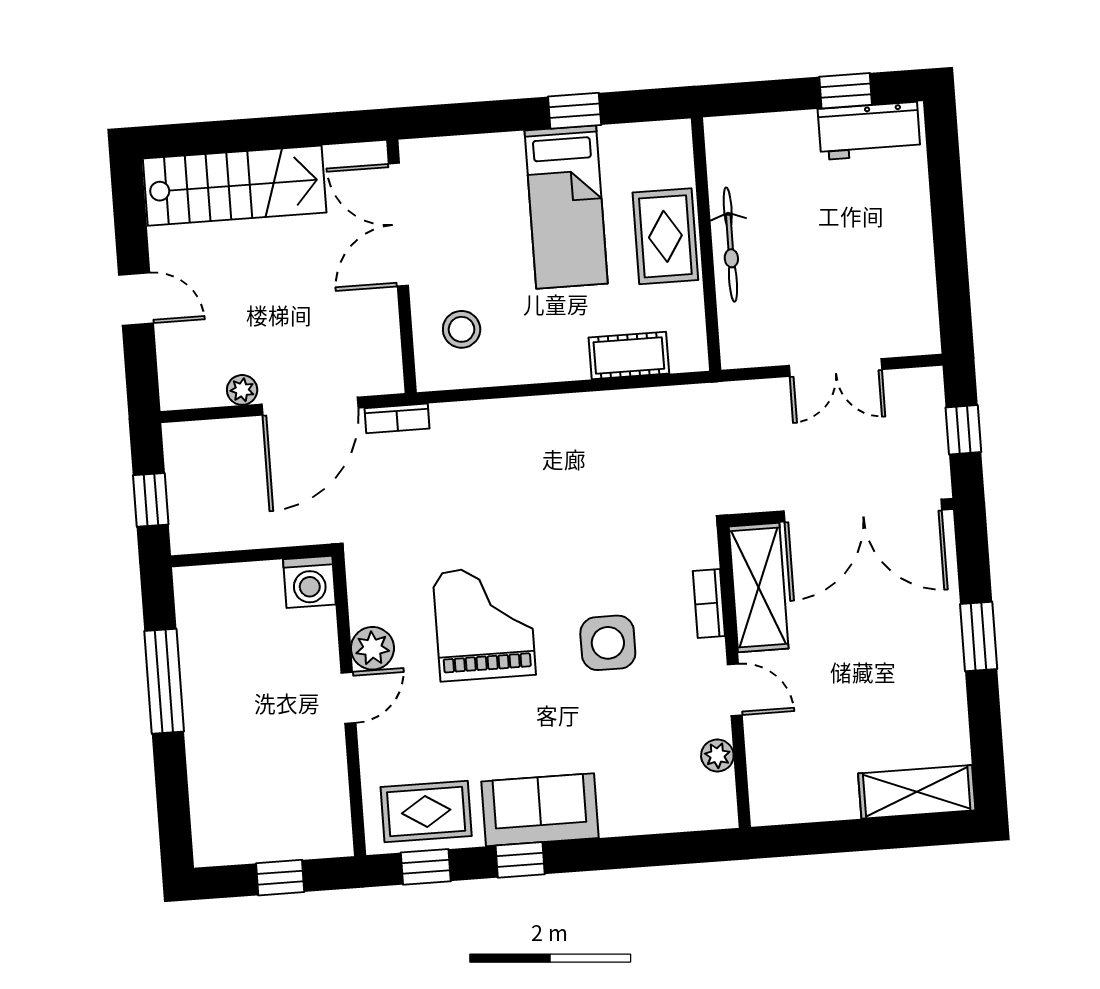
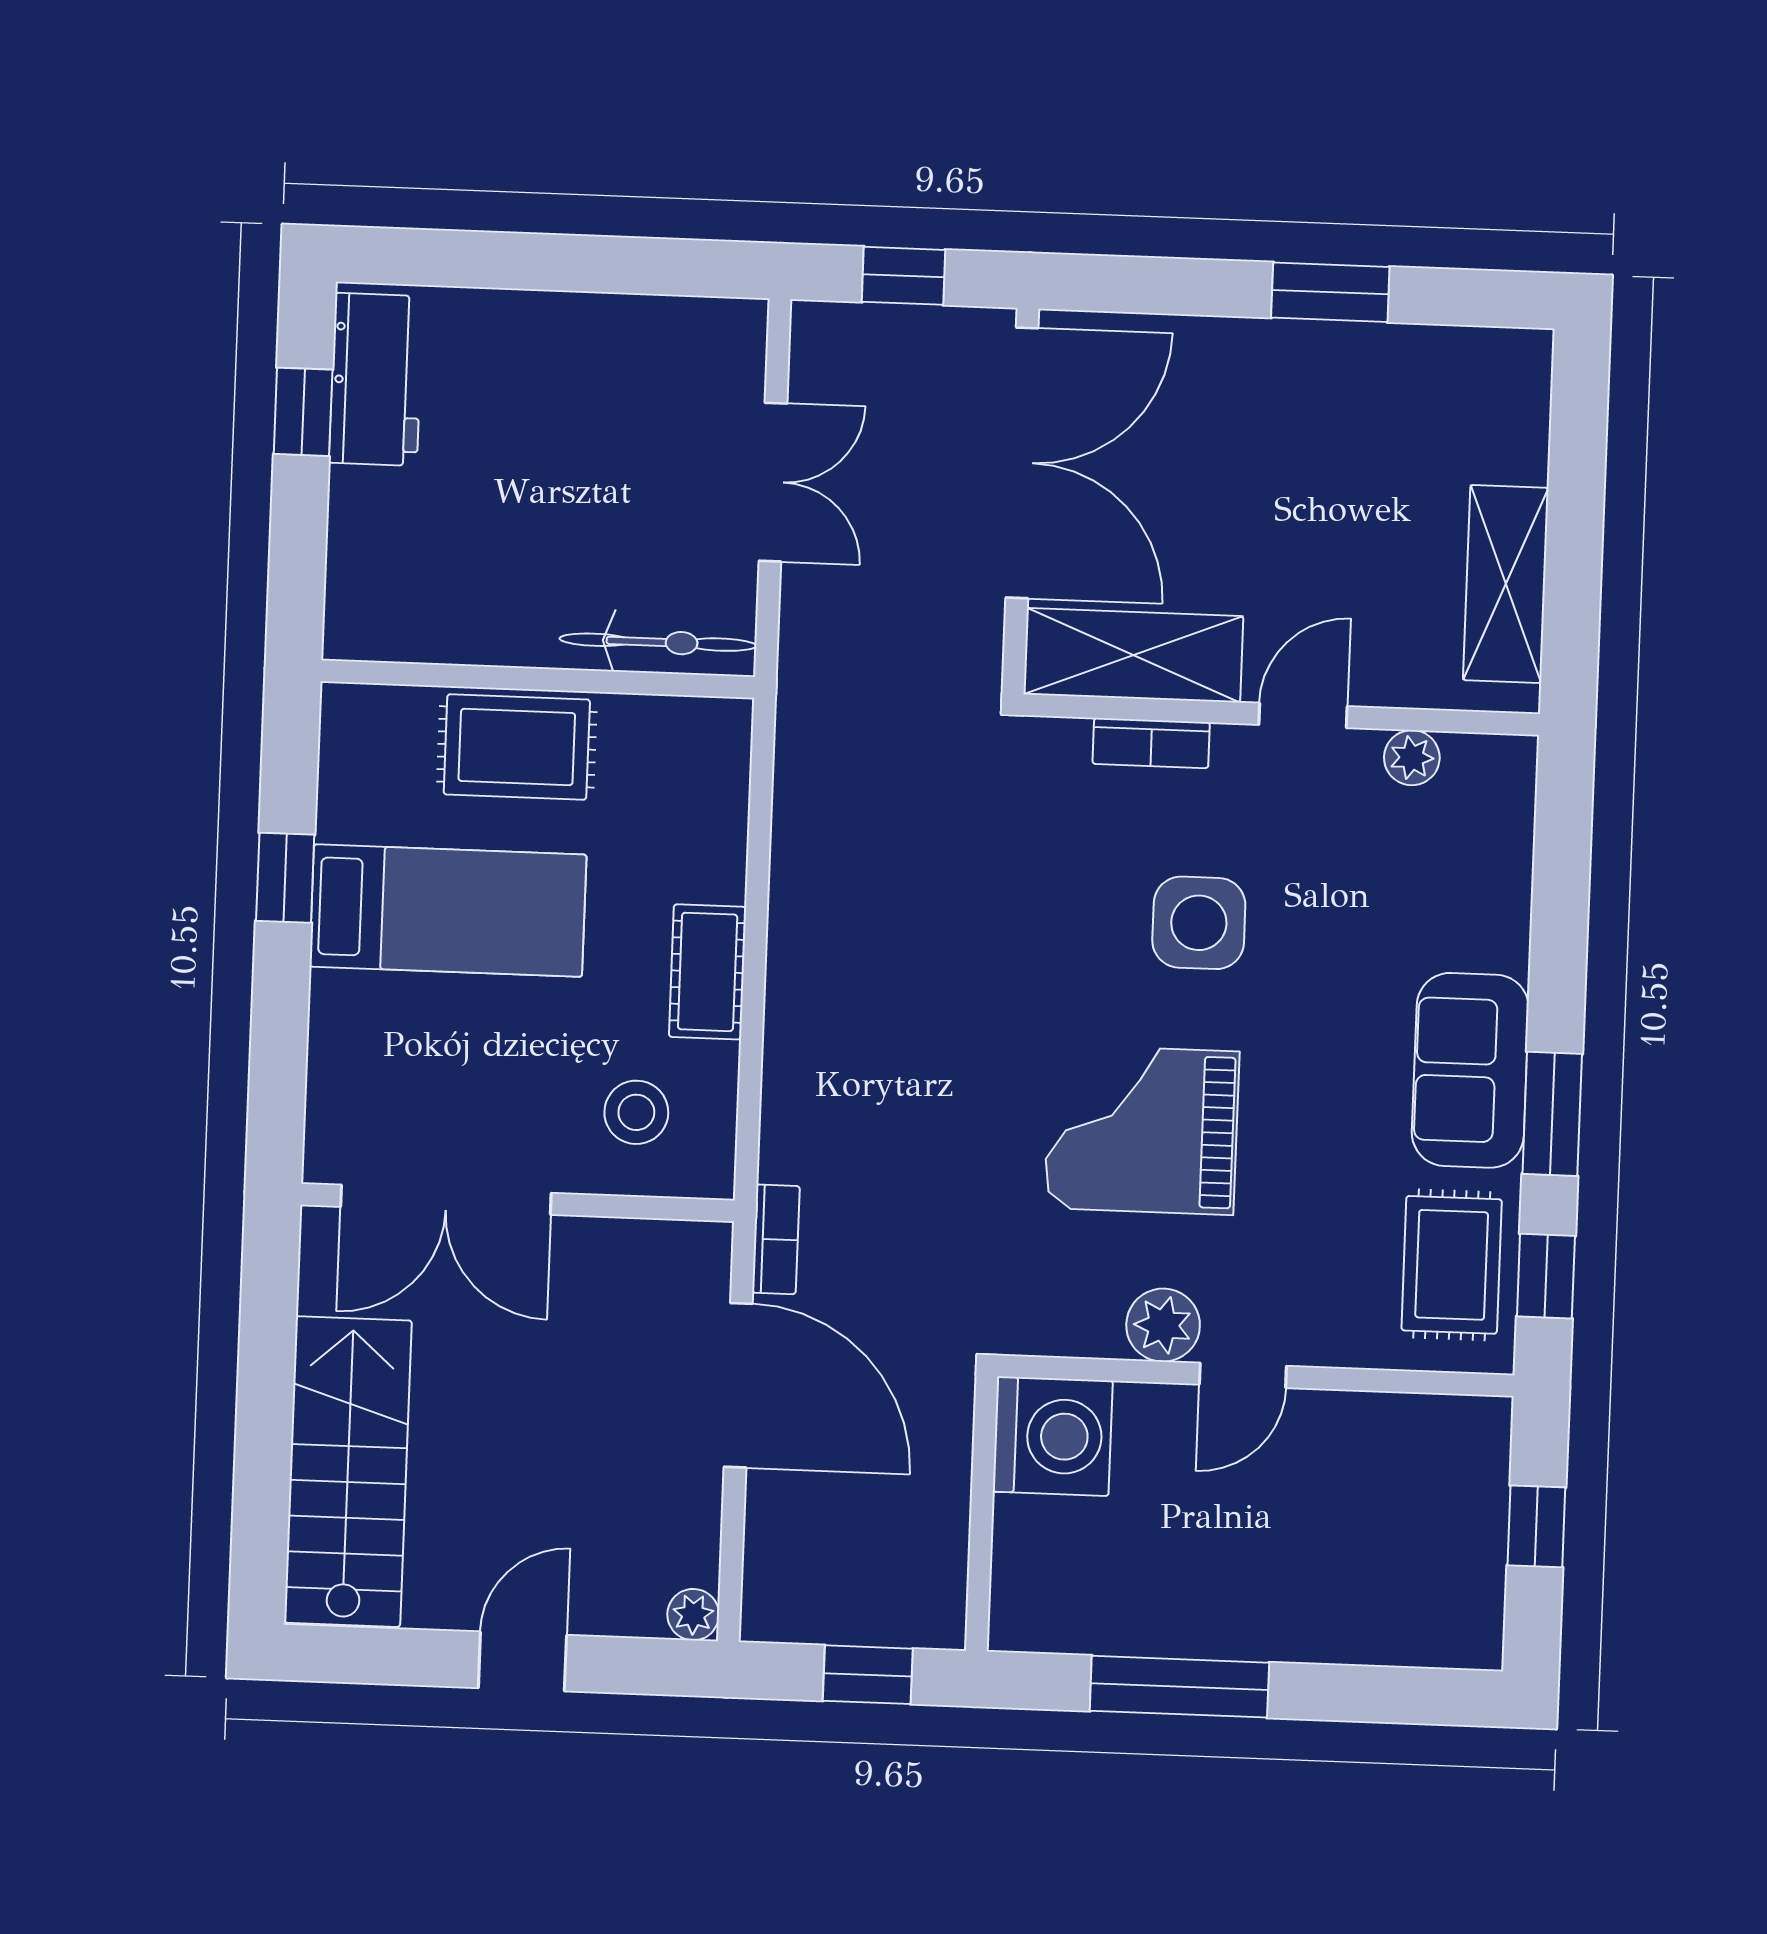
bicycle: (730, 245) -> (658, 642), moved
cot: (629, 355) -> (708, 972), moved
plant: (242, 390) -> (693, 1615), moved
washing machine: (309, 582) -> (1053, 1436), width x1.37, depth x1.37
window: (979, 637) -> (1330, 292), moved
door: (349, 698) -> (1243, 1375), swing flipped
shelving: (917, 792) -> (1506, 584), moved
window: (520, 860) -> (1552, 1114), width x1.50

